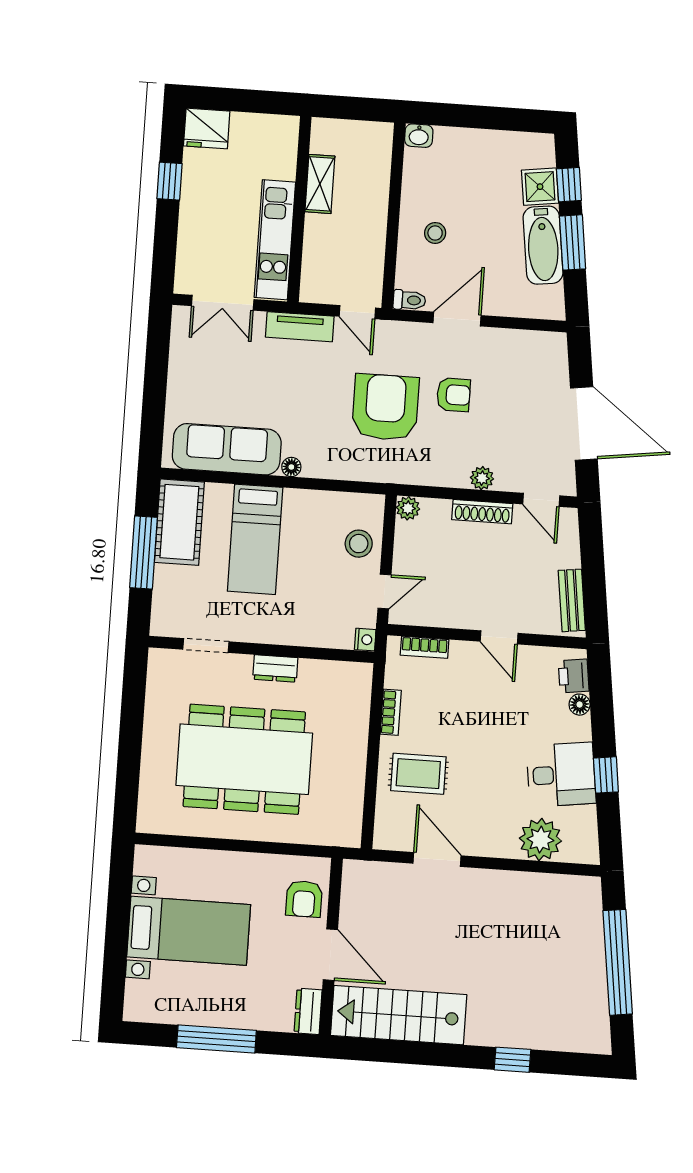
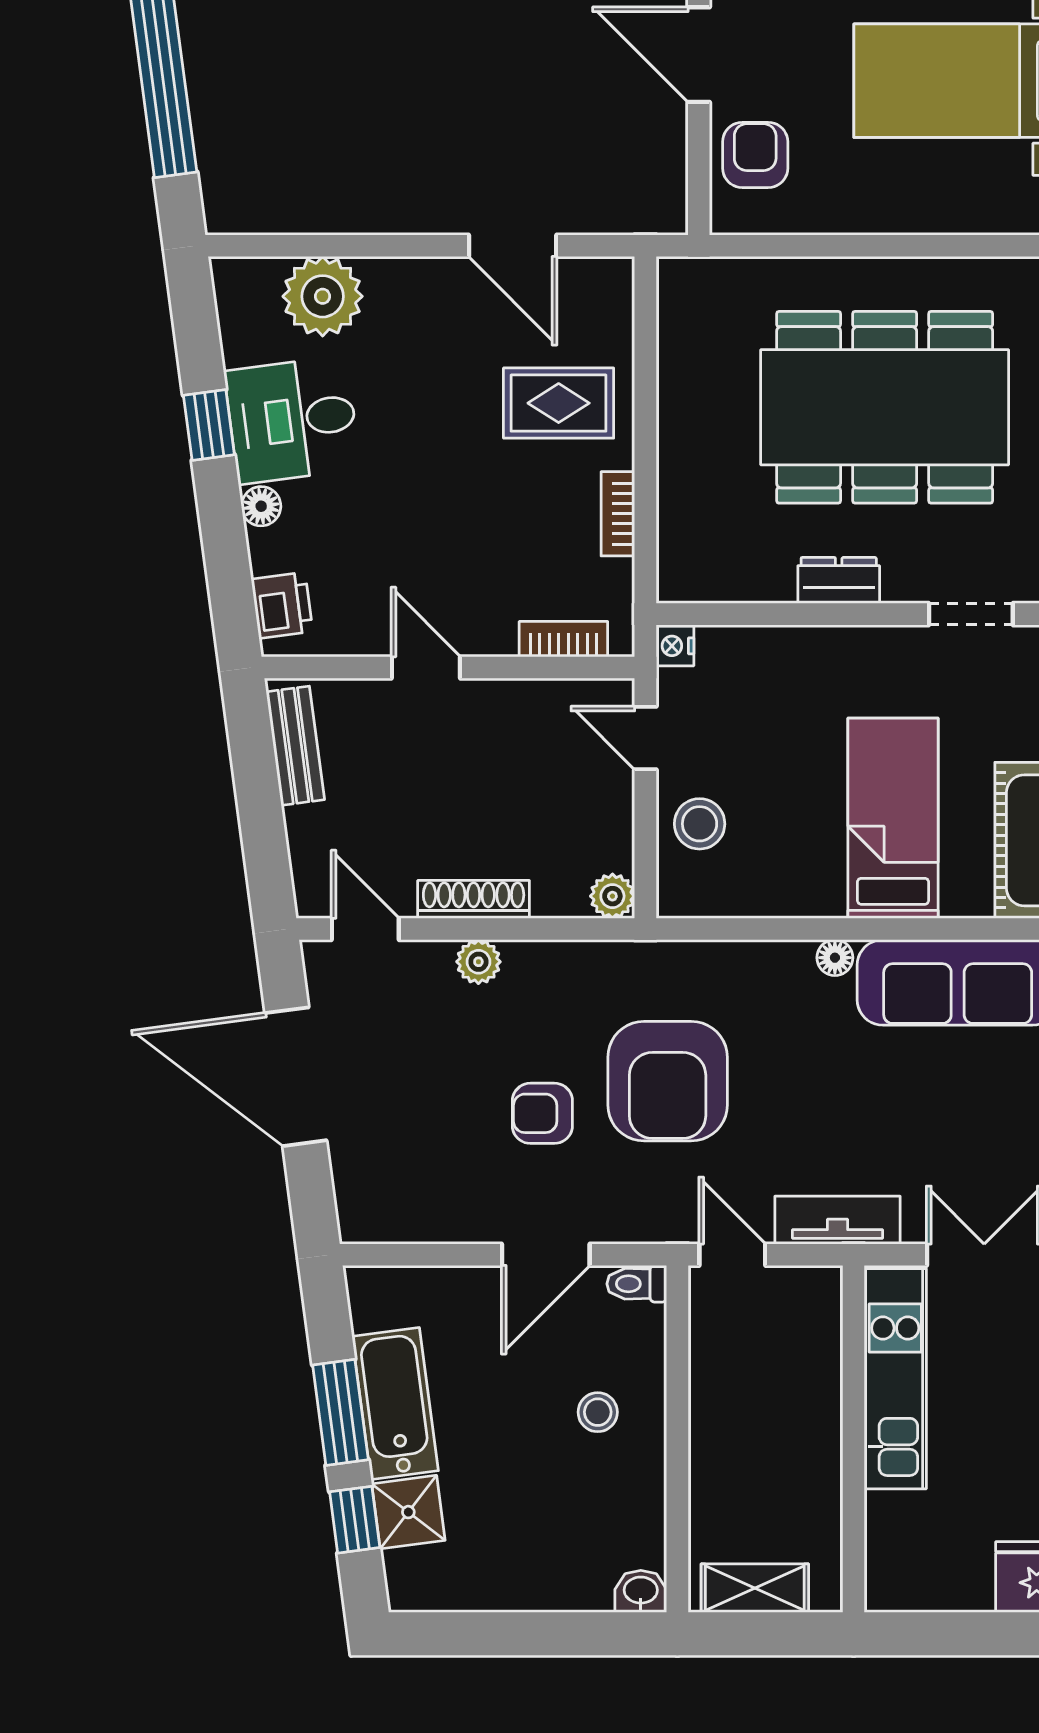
shelving: (320, 184) -> (755, 1588), moved, turned 90
door: (384, 591) -> (645, 738), hinge flipped
floor lamp: (580, 705) -> (261, 506), moved

